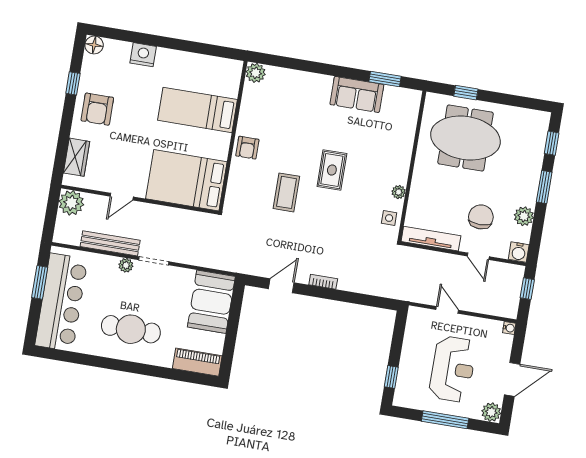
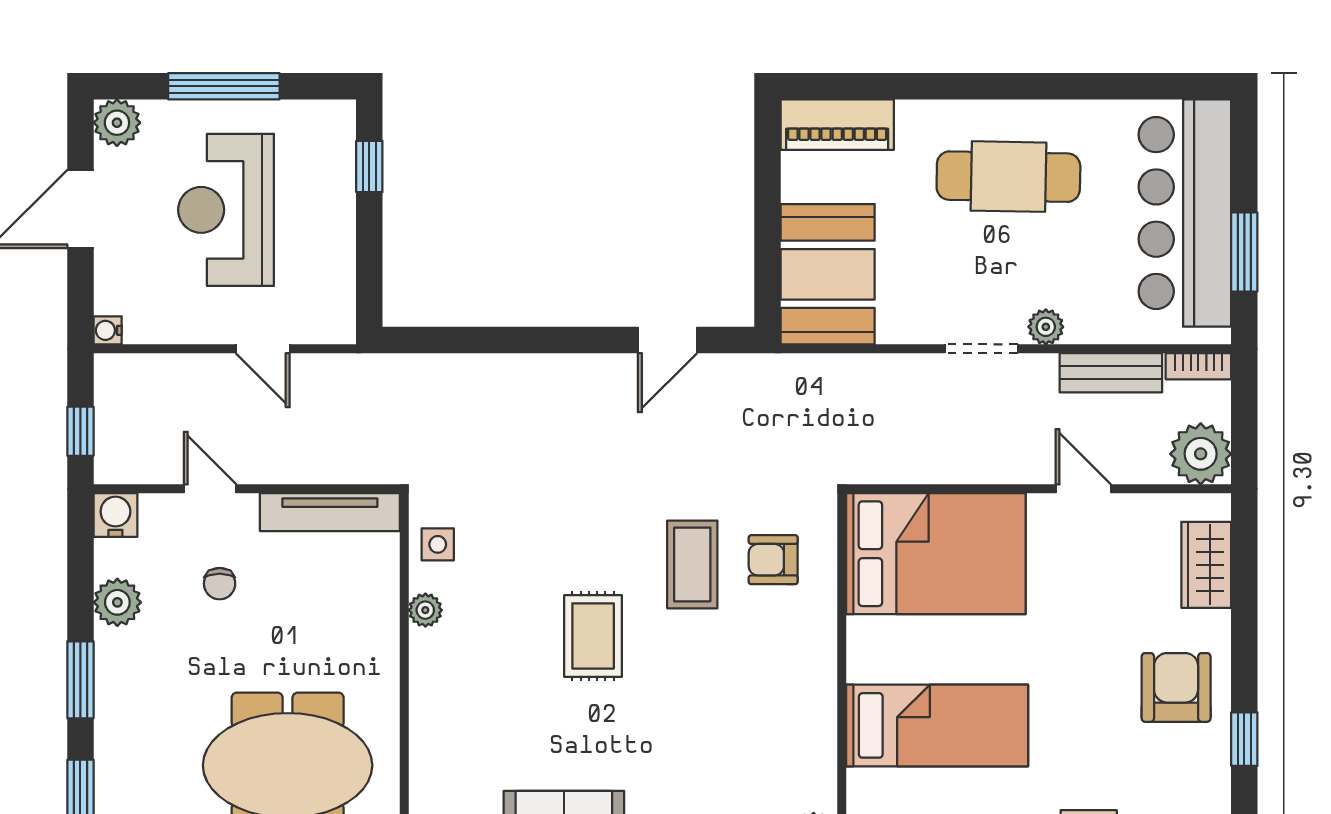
armchair: (247, 148) -> (773, 560), moved, turned -90
door: (122, 197) -> (1083, 489), hinge flipped
chair: (481, 217) -> (220, 584), width x0.54, depth x0.54
bench: (110, 243) -> (1111, 373), width x0.73
bookcase: (323, 282) -> (1198, 366), moved

